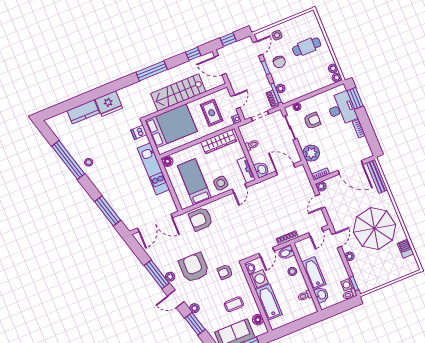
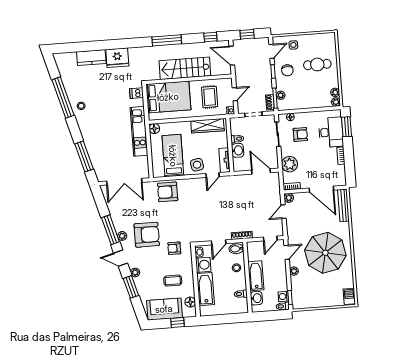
washbasin: (262, 170) -> (238, 150), moved
barbecue: (406, 249) -> (349, 296), moved
armchair: (194, 268) -> (147, 235), turned 90

